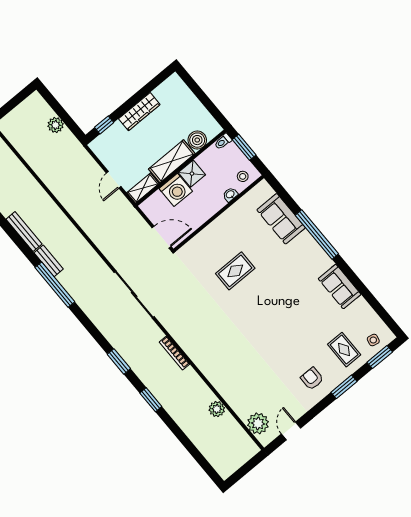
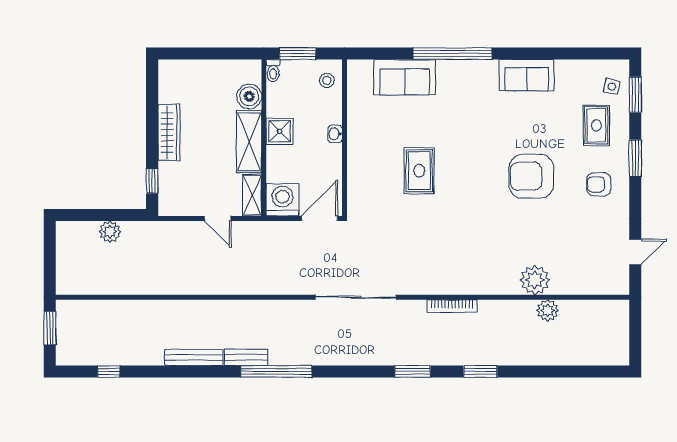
washing machine: (176, 190) -> (283, 200), moved, turned -90
washbasin: (230, 195) -> (335, 134), moved
armchair: (285, 337) -> (531, 176), added
rug: (344, 350) -> (596, 125), turned 90
plant: (258, 423) -> (535, 280), moved
door: (291, 431) -> (635, 252), swing flipped

